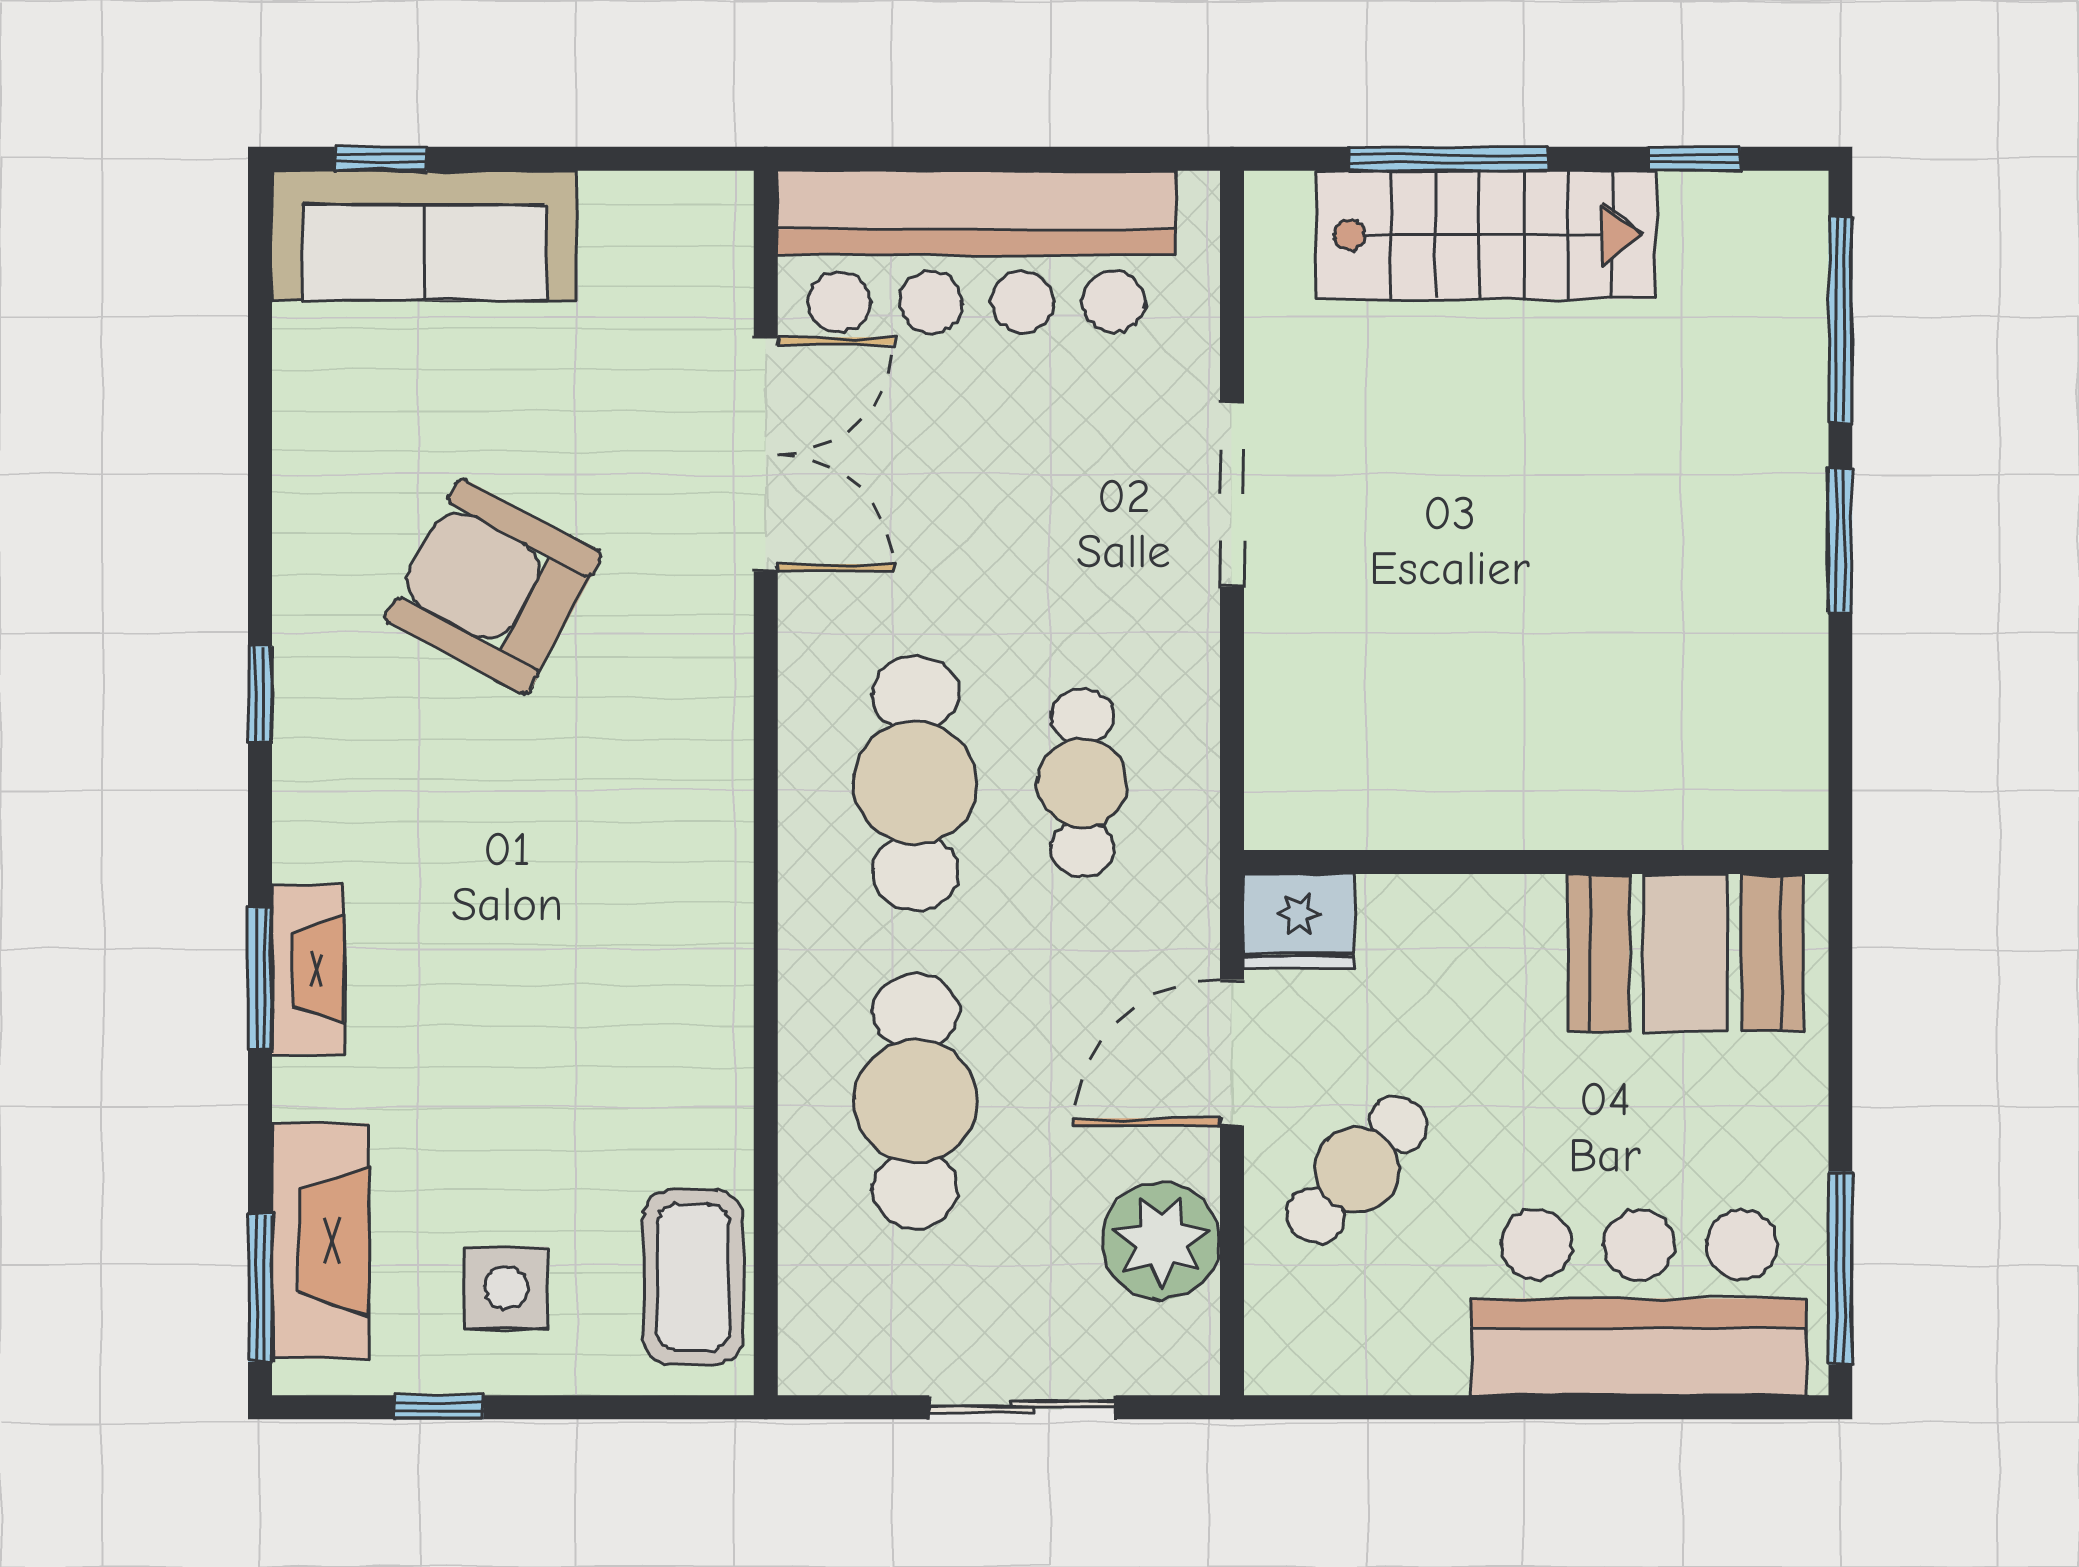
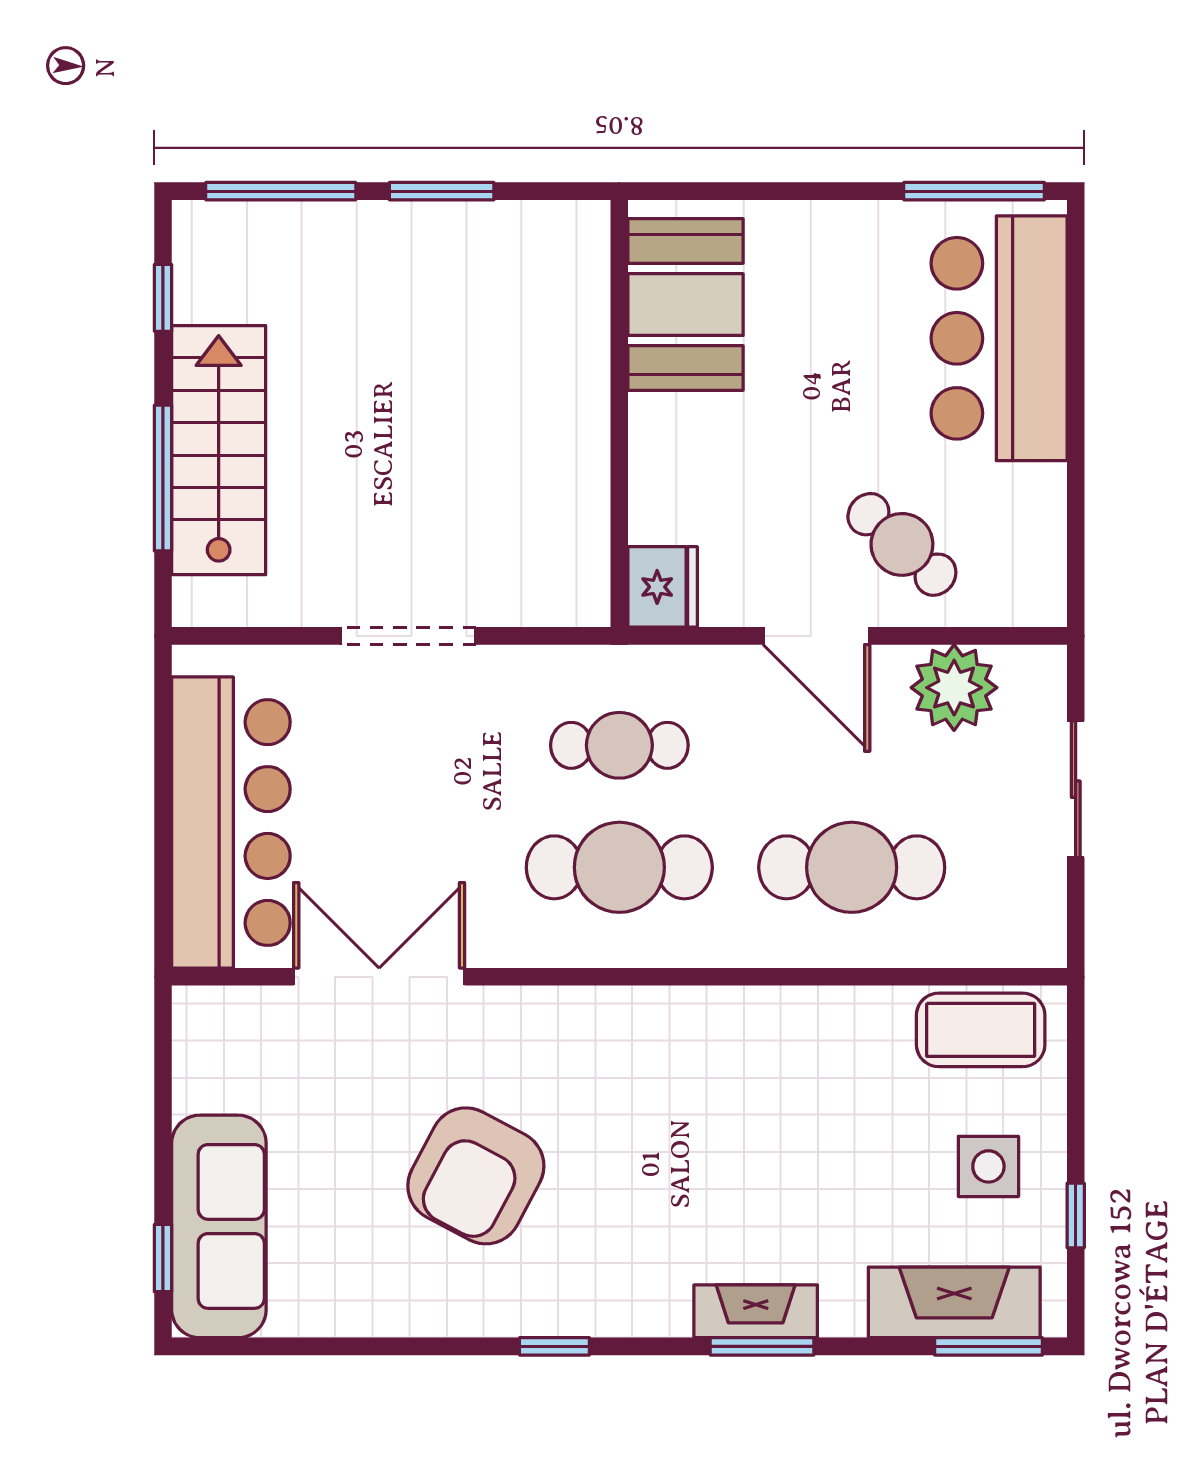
wall: (1536, 862) -> (619, 413), moved
fridge: (1299, 921) -> (663, 587), moved
booth: (1685, 953) -> (686, 305), moved

